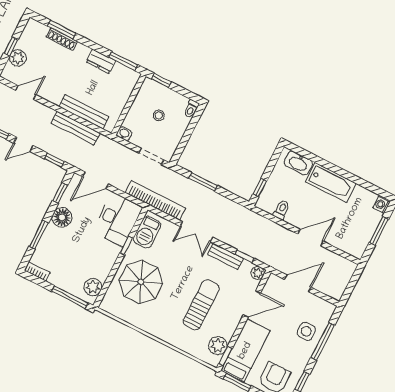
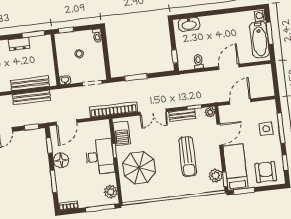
bathtub: (331, 183) -> (260, 40), moved, turned 90
desk: (118, 220) -> (100, 157), moved
sun lounger: (201, 305) -> (188, 157), turned 180

